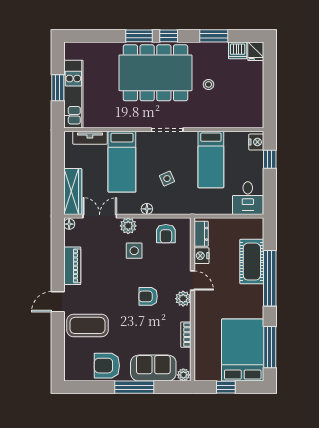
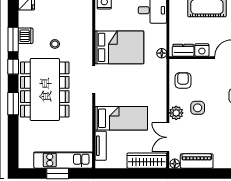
window: (169, 36) -> (13, 67), moved
dishwasher: (238, 50) -> (26, 36), moved
bed: (211, 160) -> (119, 47), width x1.50
side table: (167, 179) -> (136, 80), removed
floor lamp: (147, 209) -> (162, 53), moved
armchair: (166, 234) -> (183, 80), turned -90
piano: (72, 266) -> (197, 161), moved

